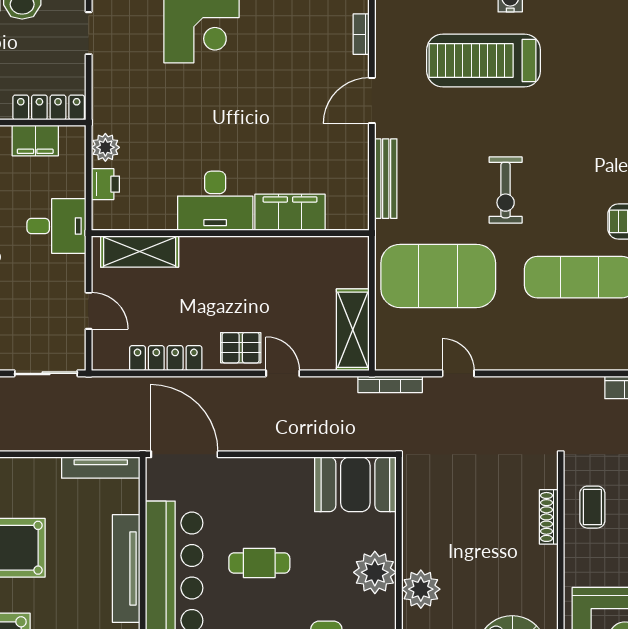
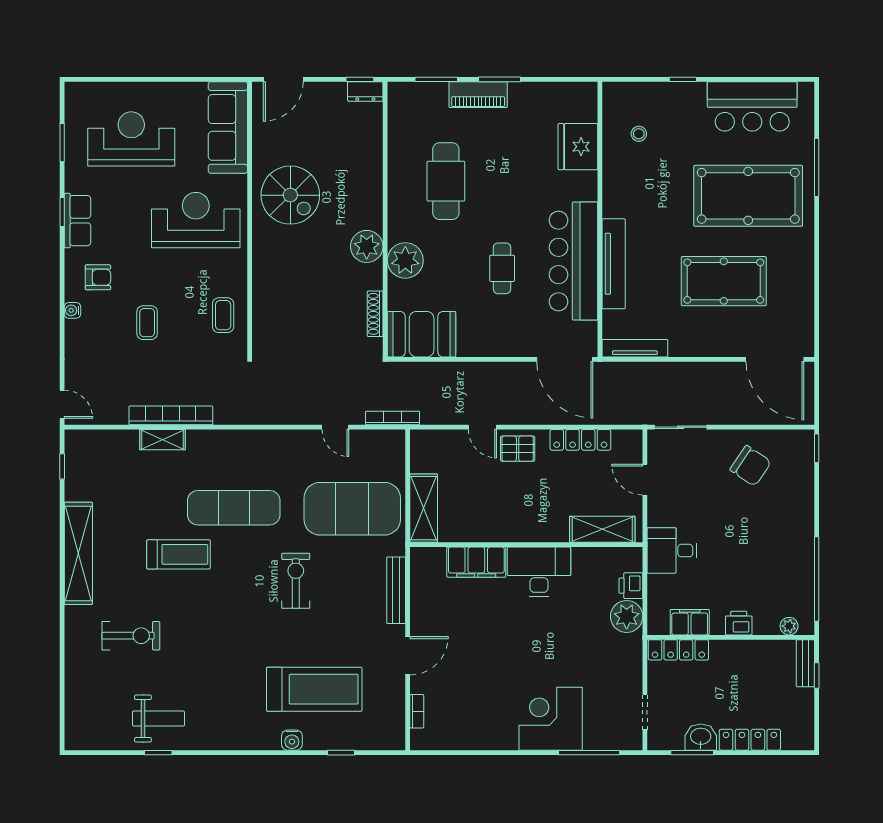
plant: (105, 147) -> (627, 616), width x1.36, depth x1.36
shelving: (353, 330) -> (424, 508), moved
shoe rack: (549, 517) -> (375, 314), moved, turned 180
cafe table: (259, 563) -> (502, 268), turned 90

